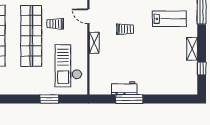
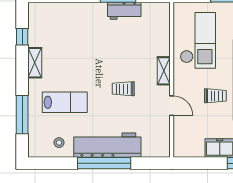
lab bench: (169, 19) -> (65, 102), turned 180

